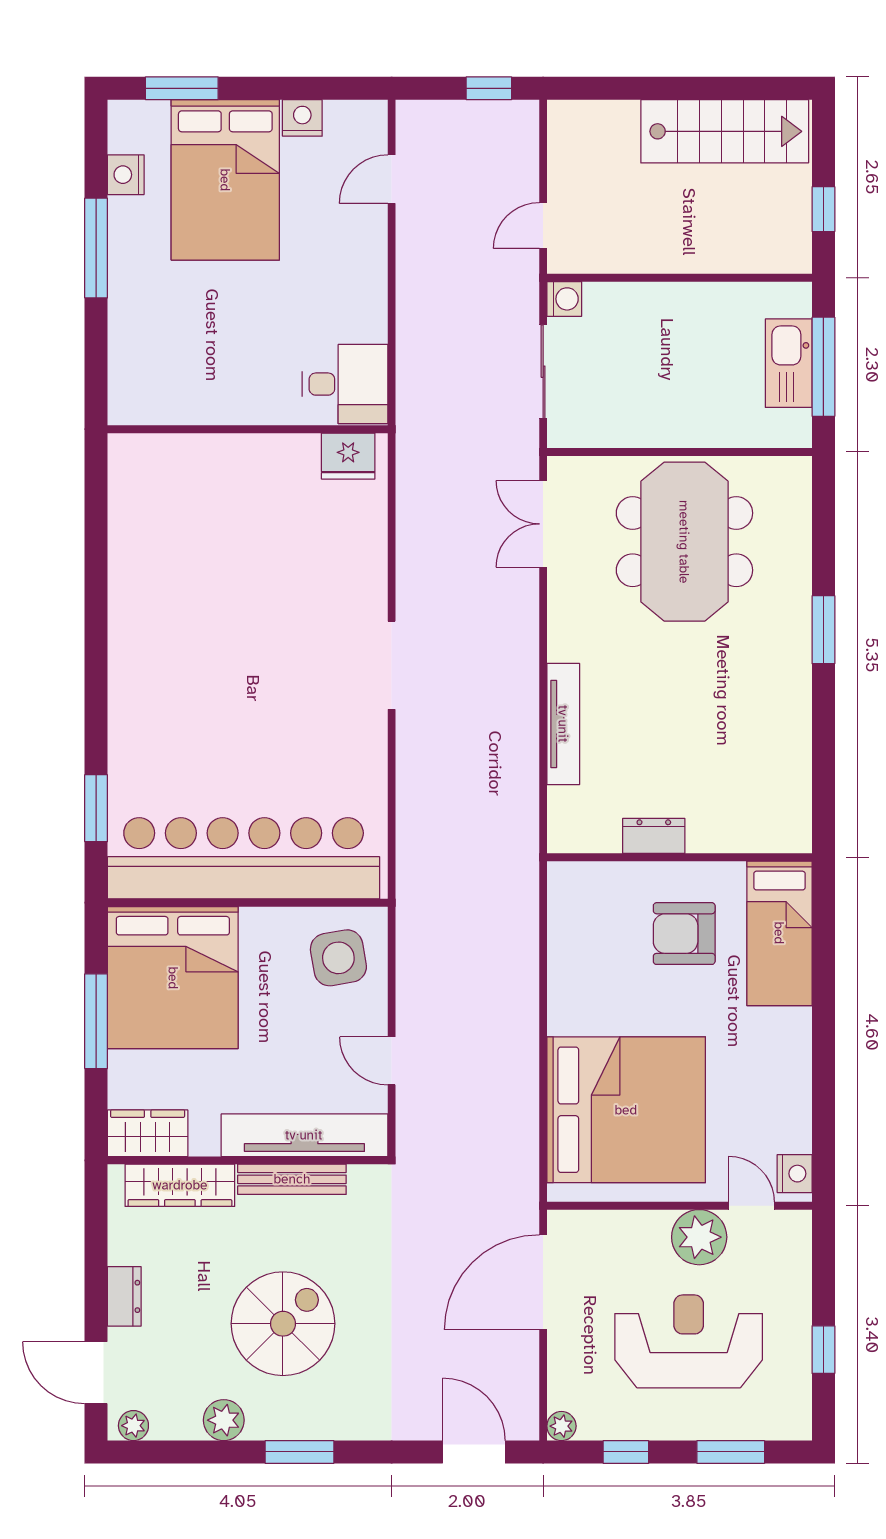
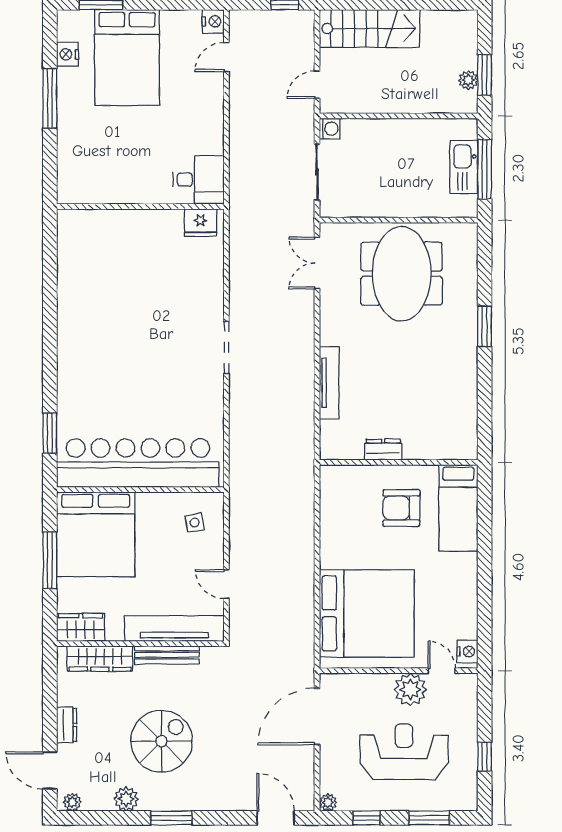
nightstand: (302, 118) -> (213, 21), moved, turned 90
stairs: (725, 131) -> (369, 28), moved
window: (823, 209) -> (485, 75), width x1.50
plant: (796, 218) -> (468, 80), added
side table: (338, 958) -> (195, 523), width x0.54, depth x0.54

